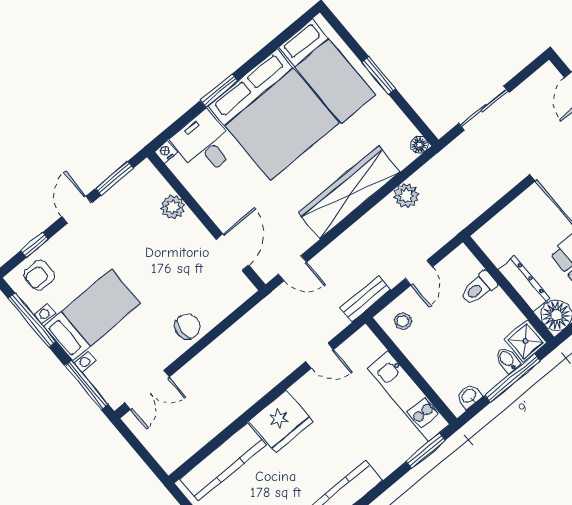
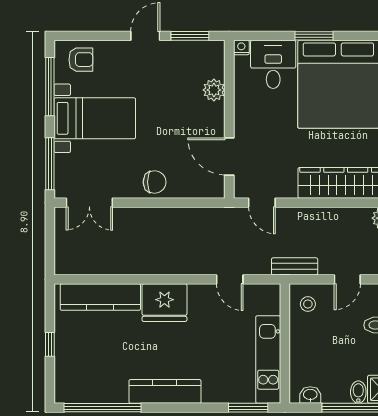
window: (35, 245) -> (95, 36), removed
door: (233, 252) -> (229, 156), swing flipped
armchair: (39, 275) -> (81, 60), turned 180

